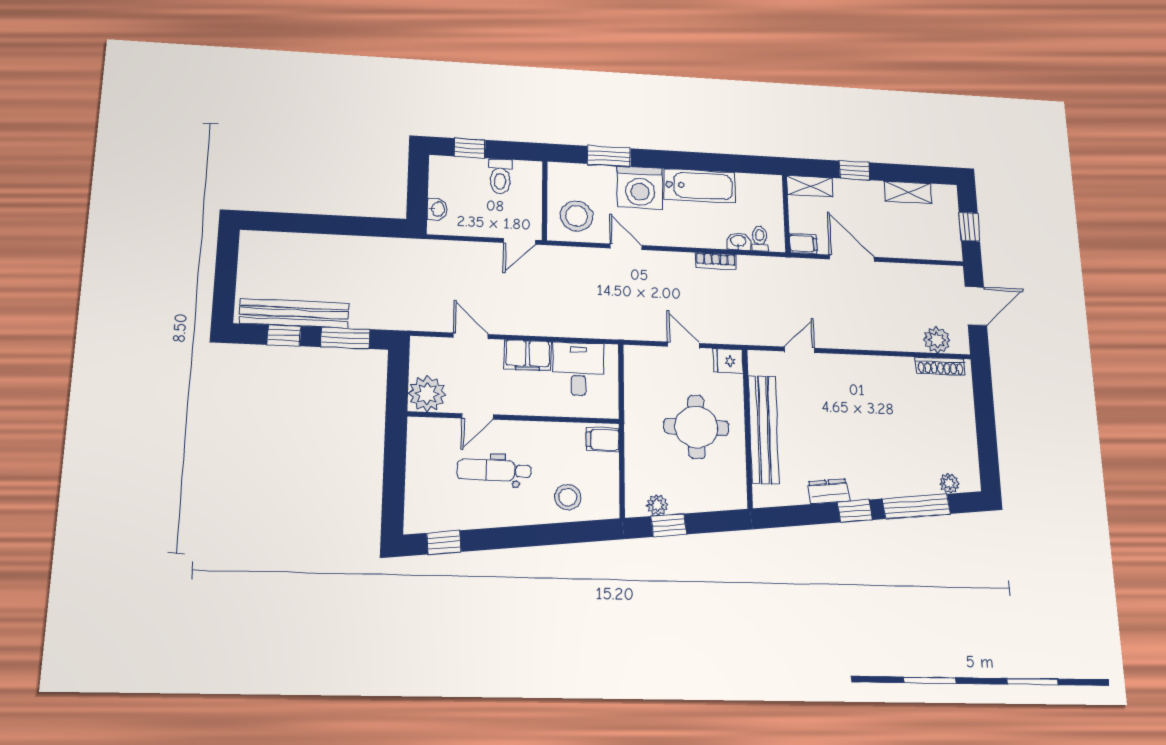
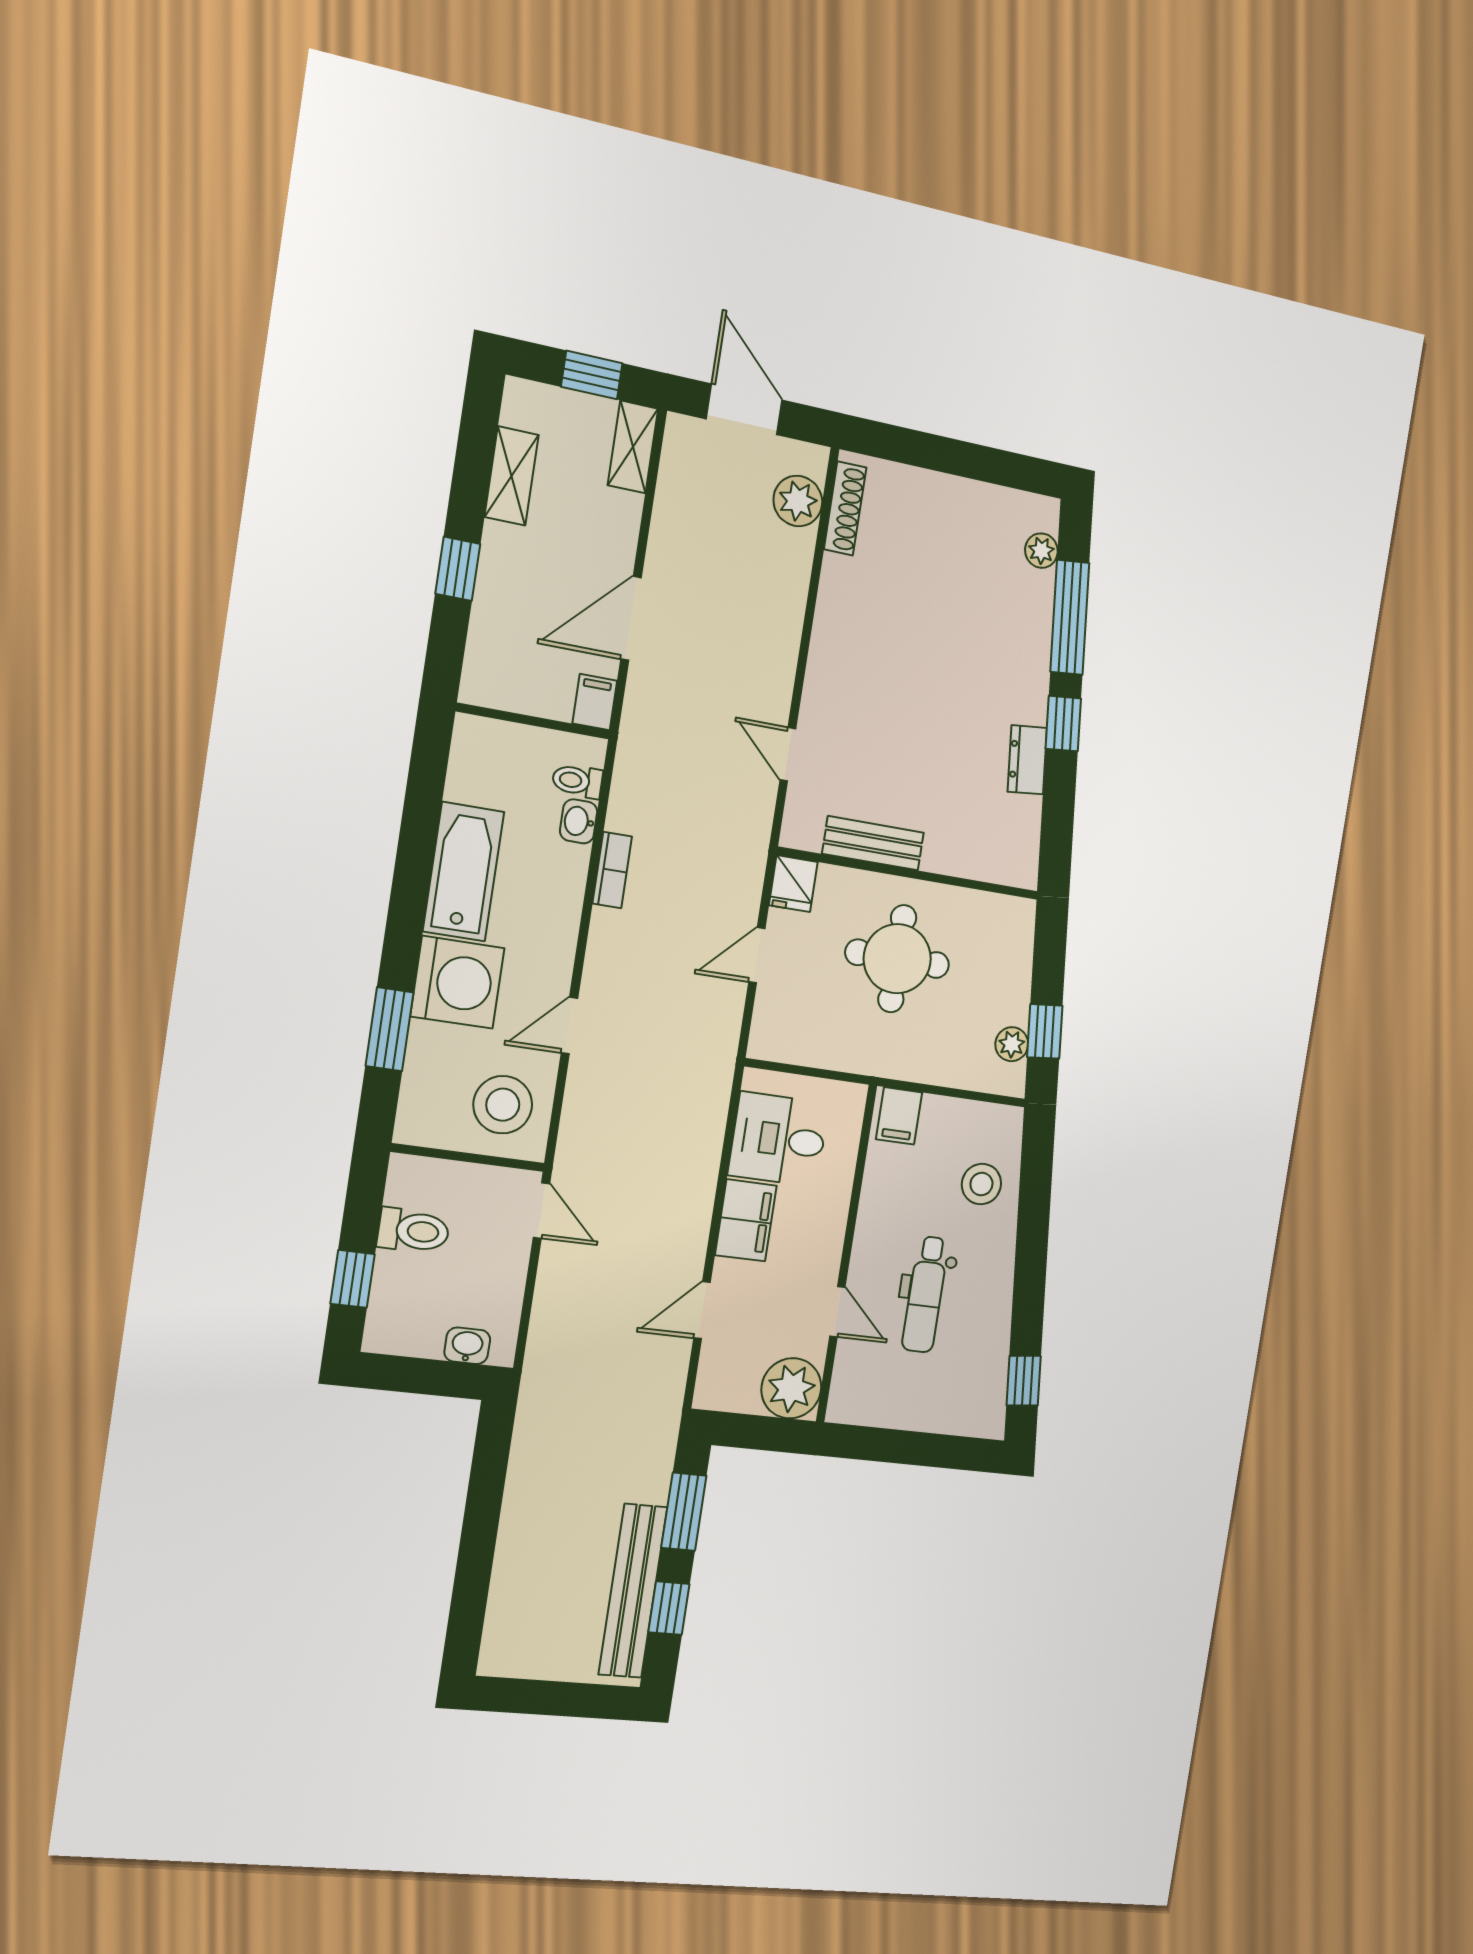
shelving: (810, 186) -> (633, 447), moved
bench: (764, 429) -> (873, 843), width x0.54, depth x0.82

